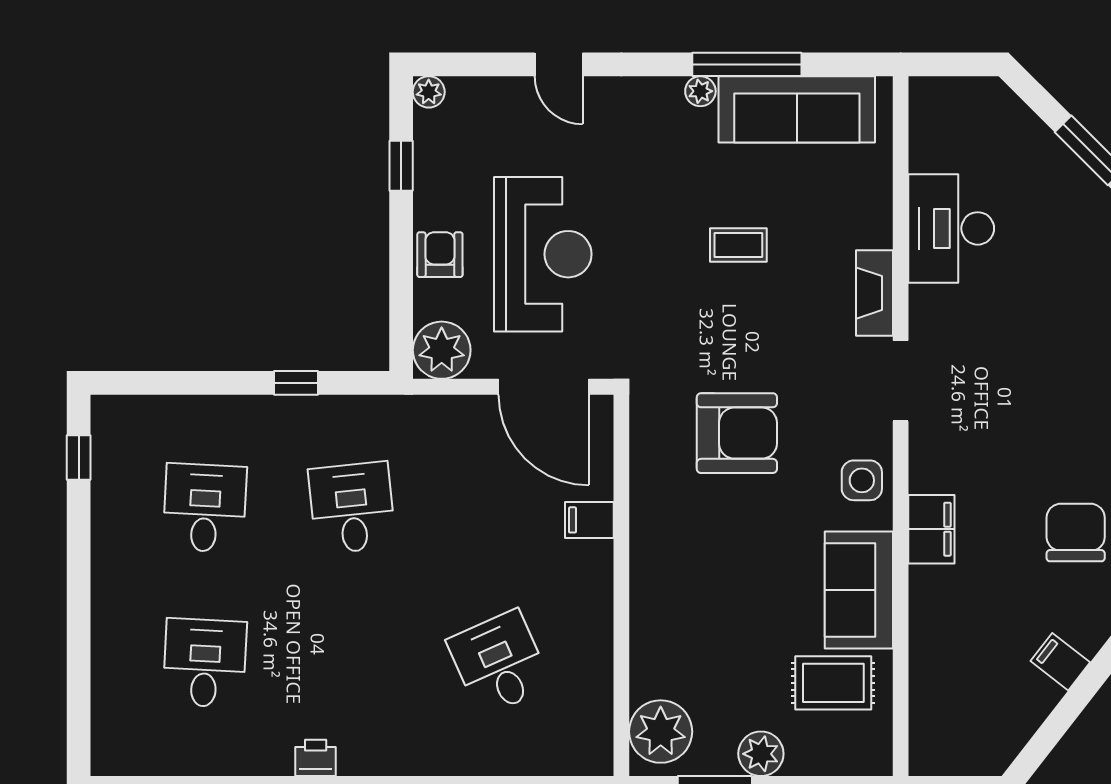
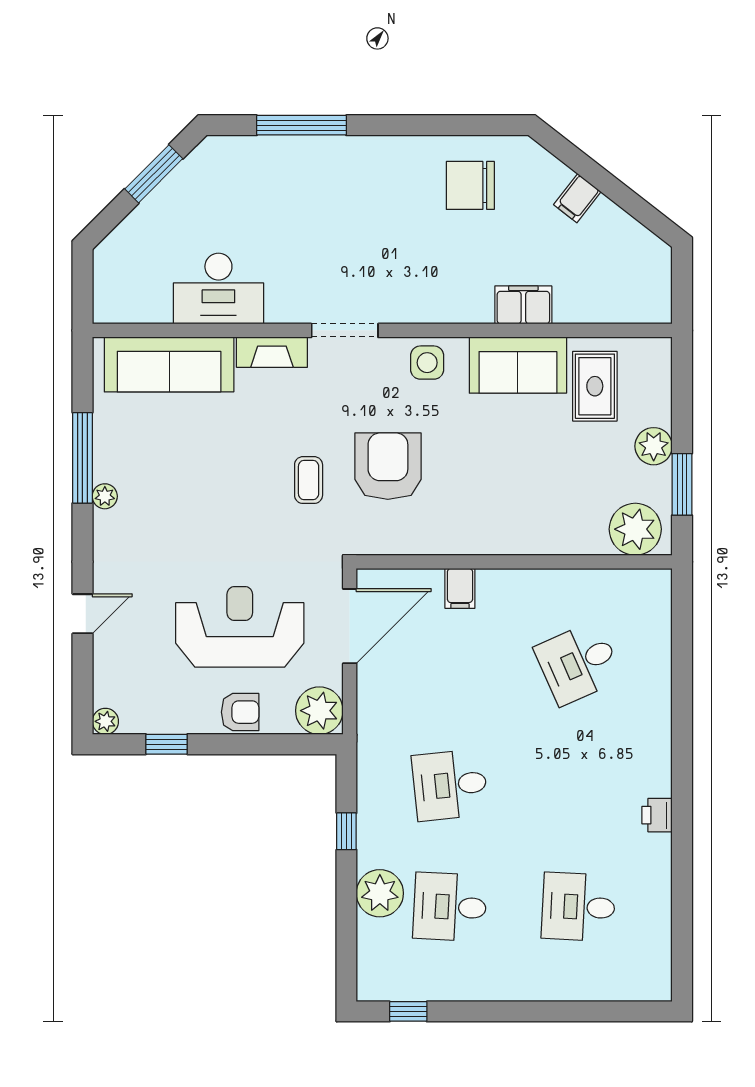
sofa: (797, 109) -> (169, 364), moved, turned 90
coffee table: (738, 245) -> (309, 480), moved
armchair: (440, 255) -> (240, 712), turned 180
plant: (221, 423) -> (380, 893), added
filing cabinet: (931, 529) -> (523, 305), moved

